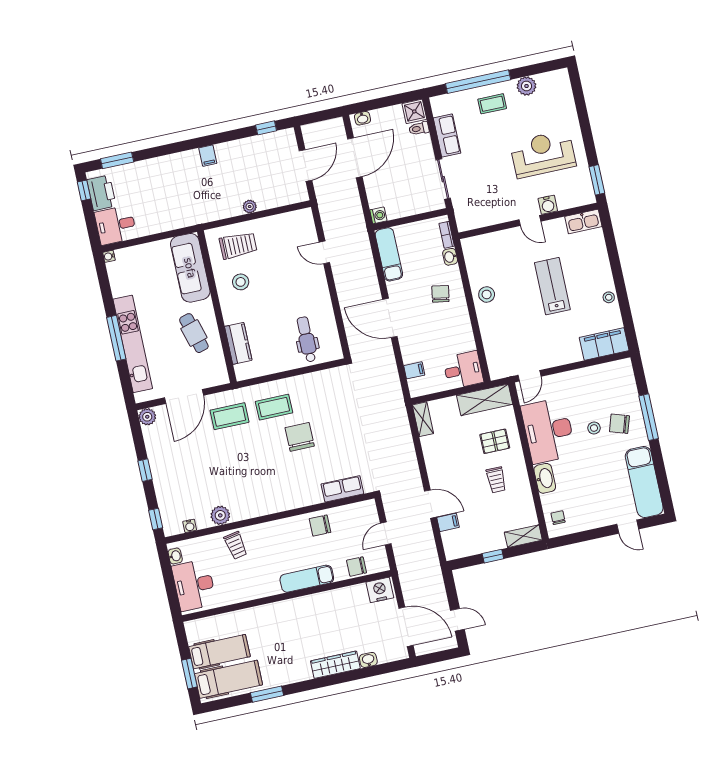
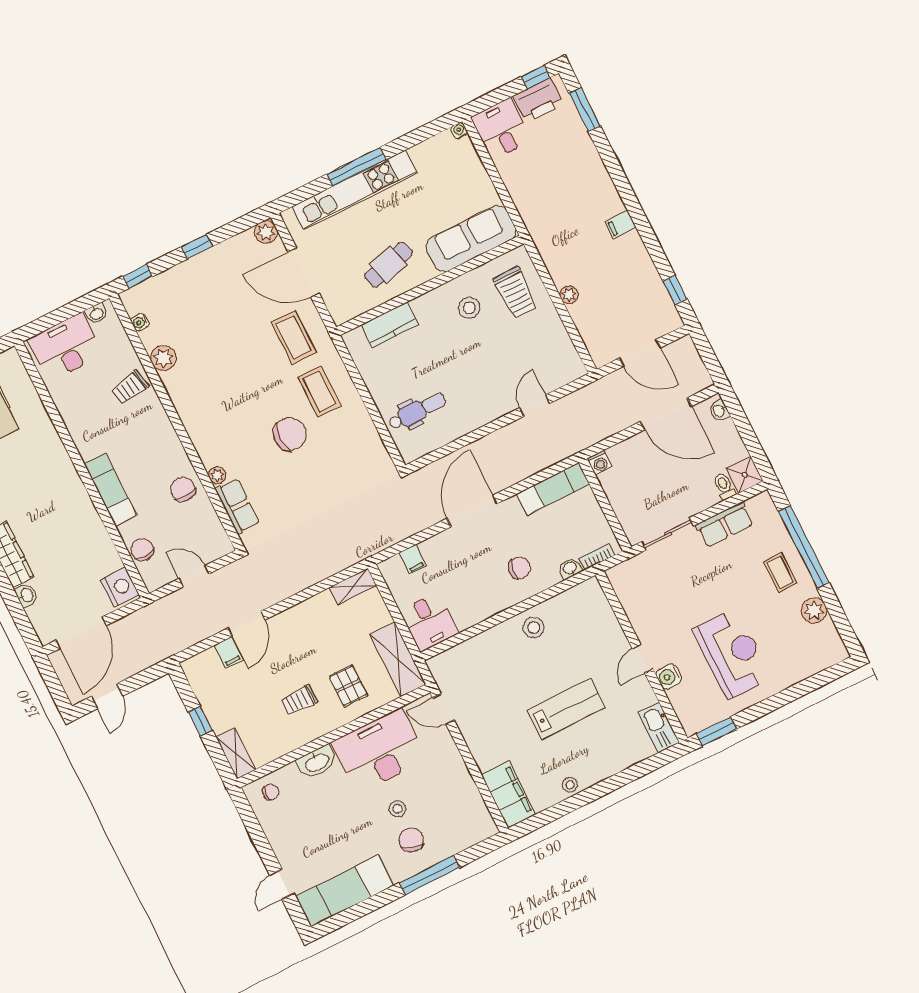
plant: (316, 498) -> (217, 475), added

